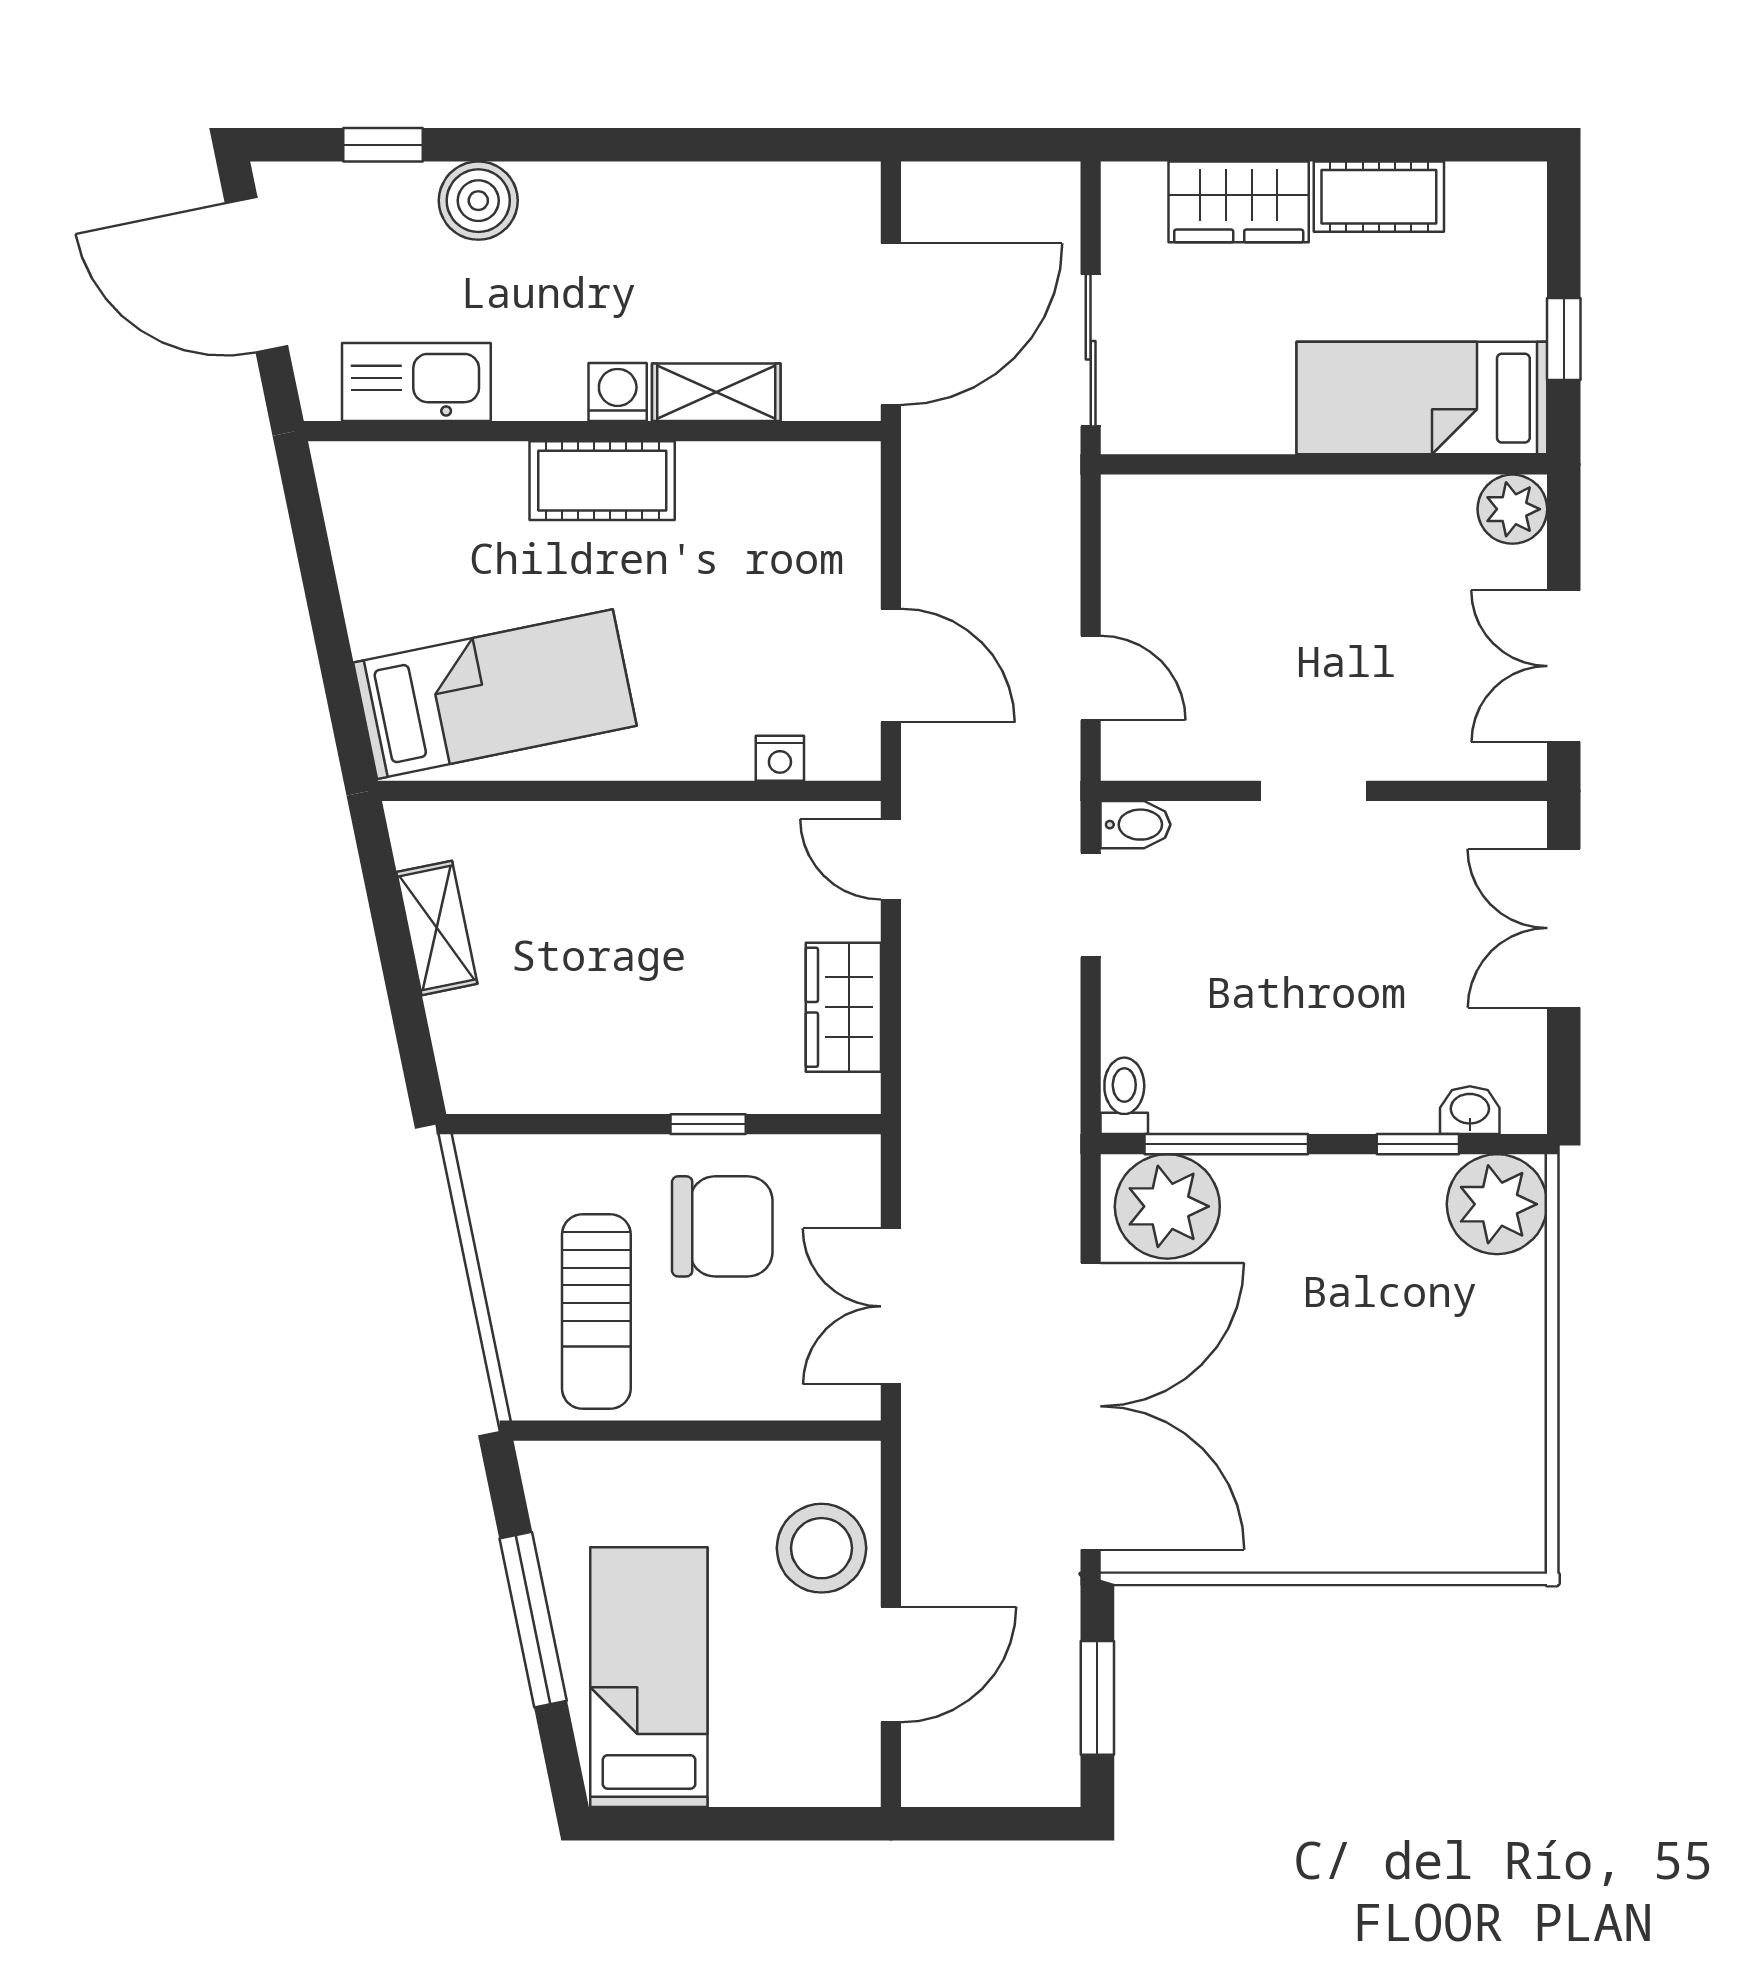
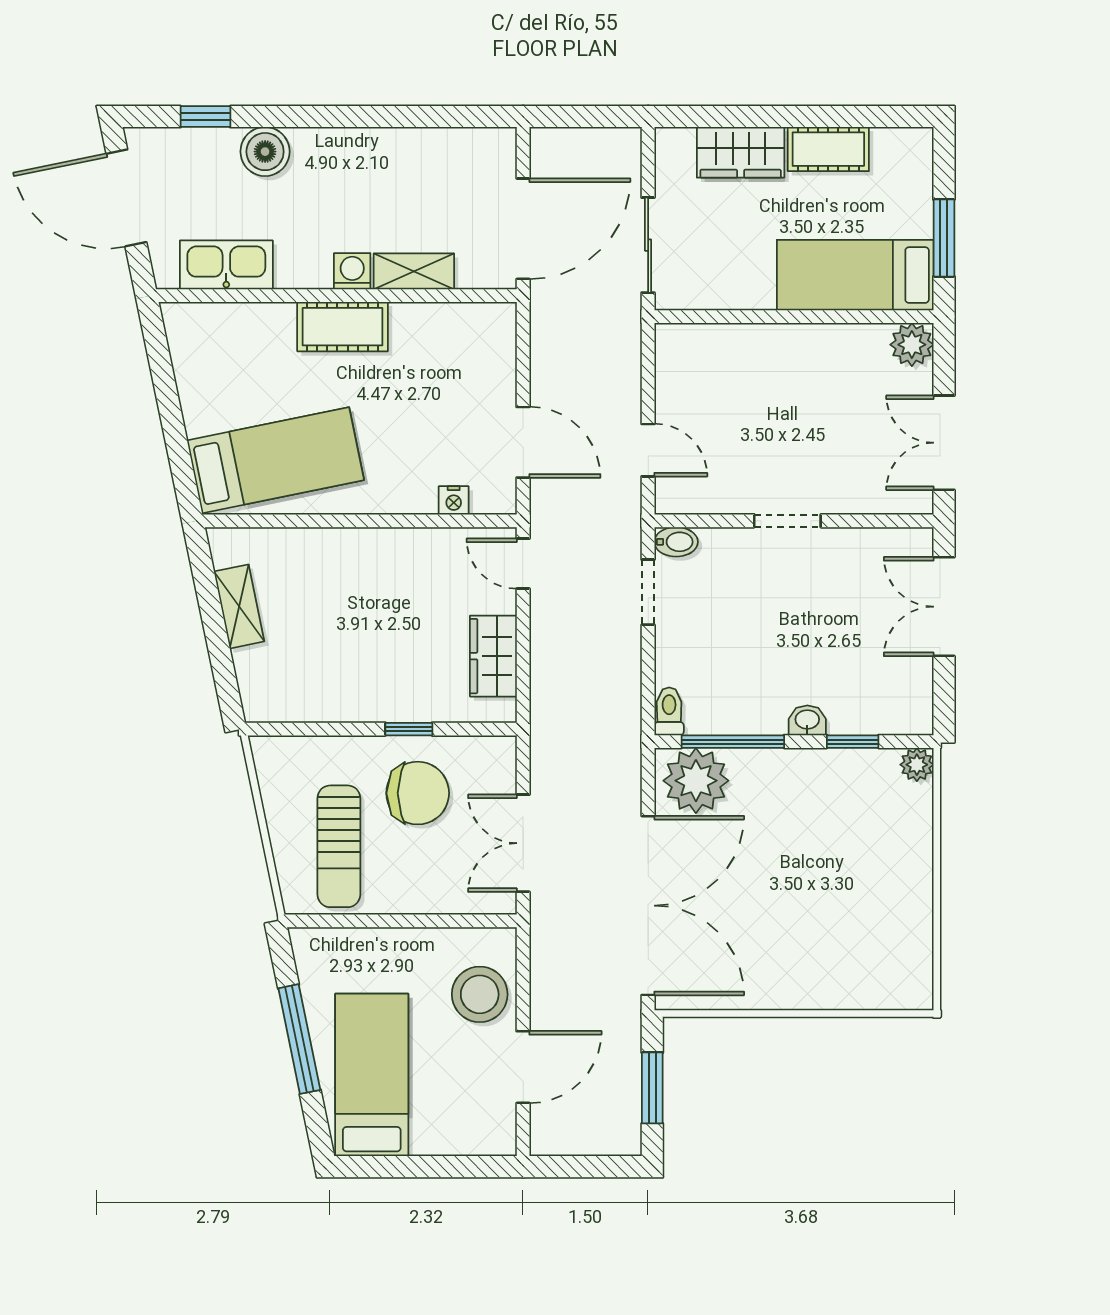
window: (1564, 339) -> (944, 238), width x1.50
washbasin: (1470, 1110) -> (807, 720), moved
plant: (1497, 1204) -> (917, 765), width x0.53, depth x0.53

